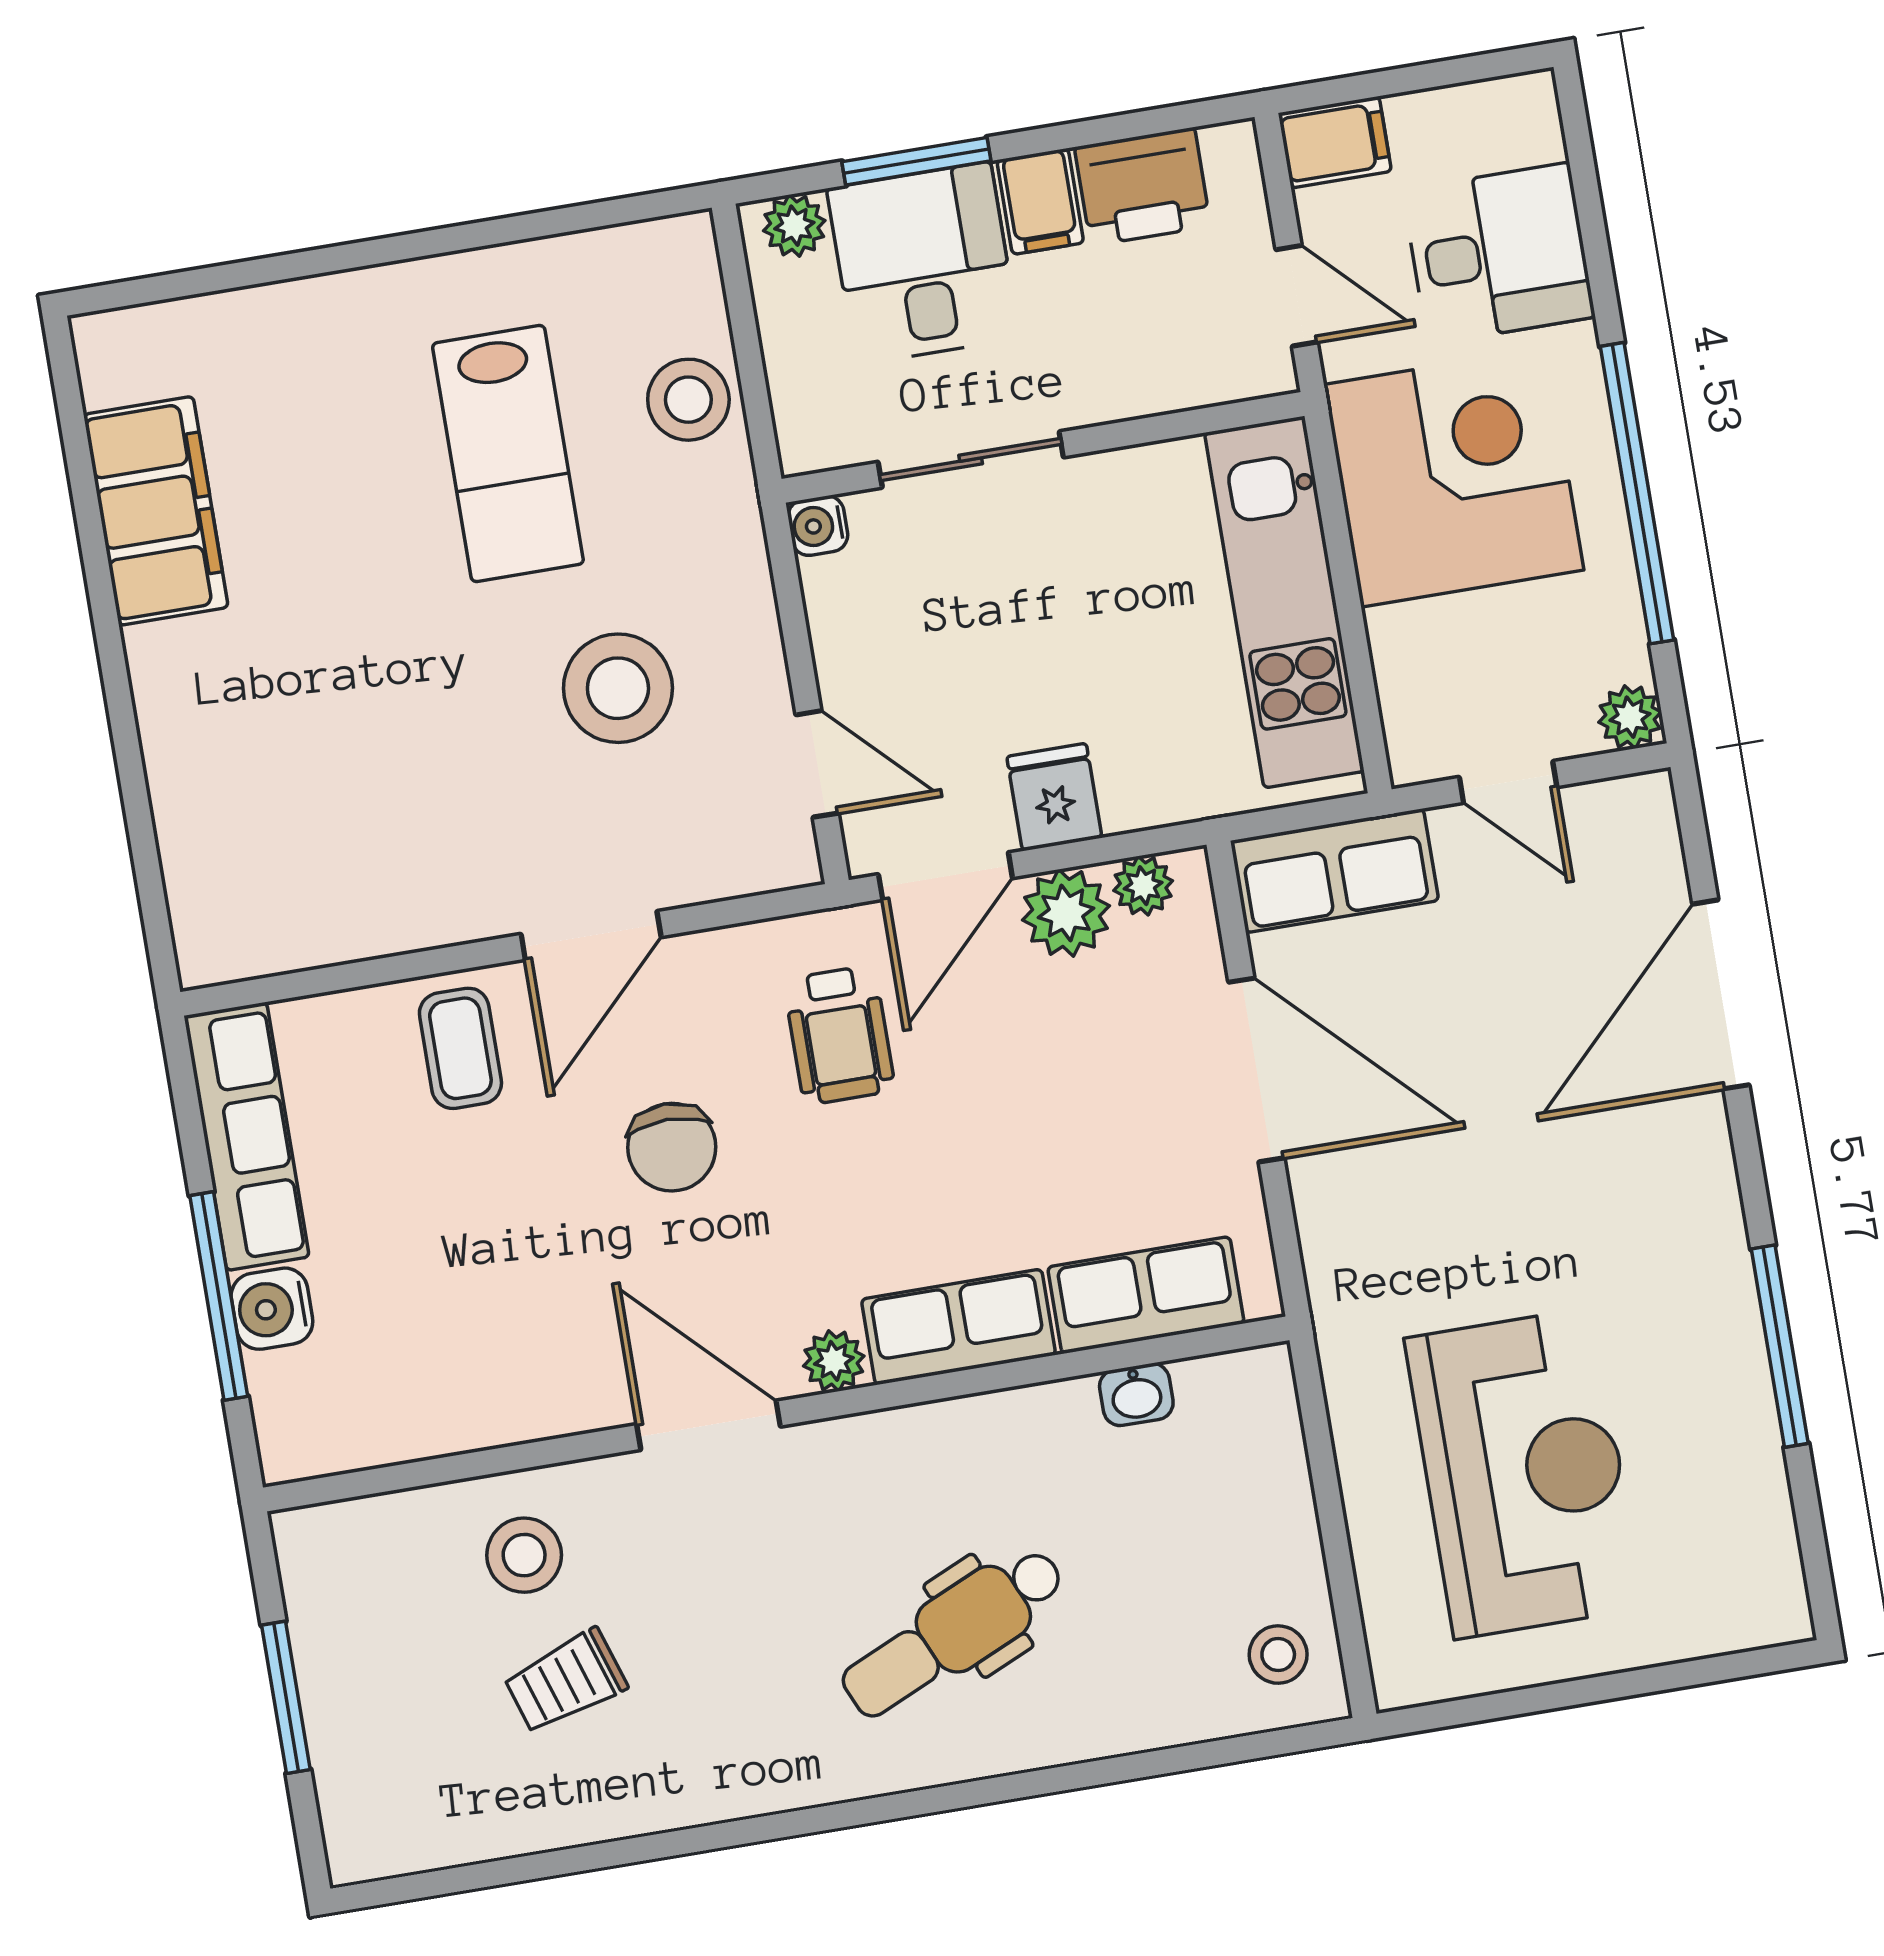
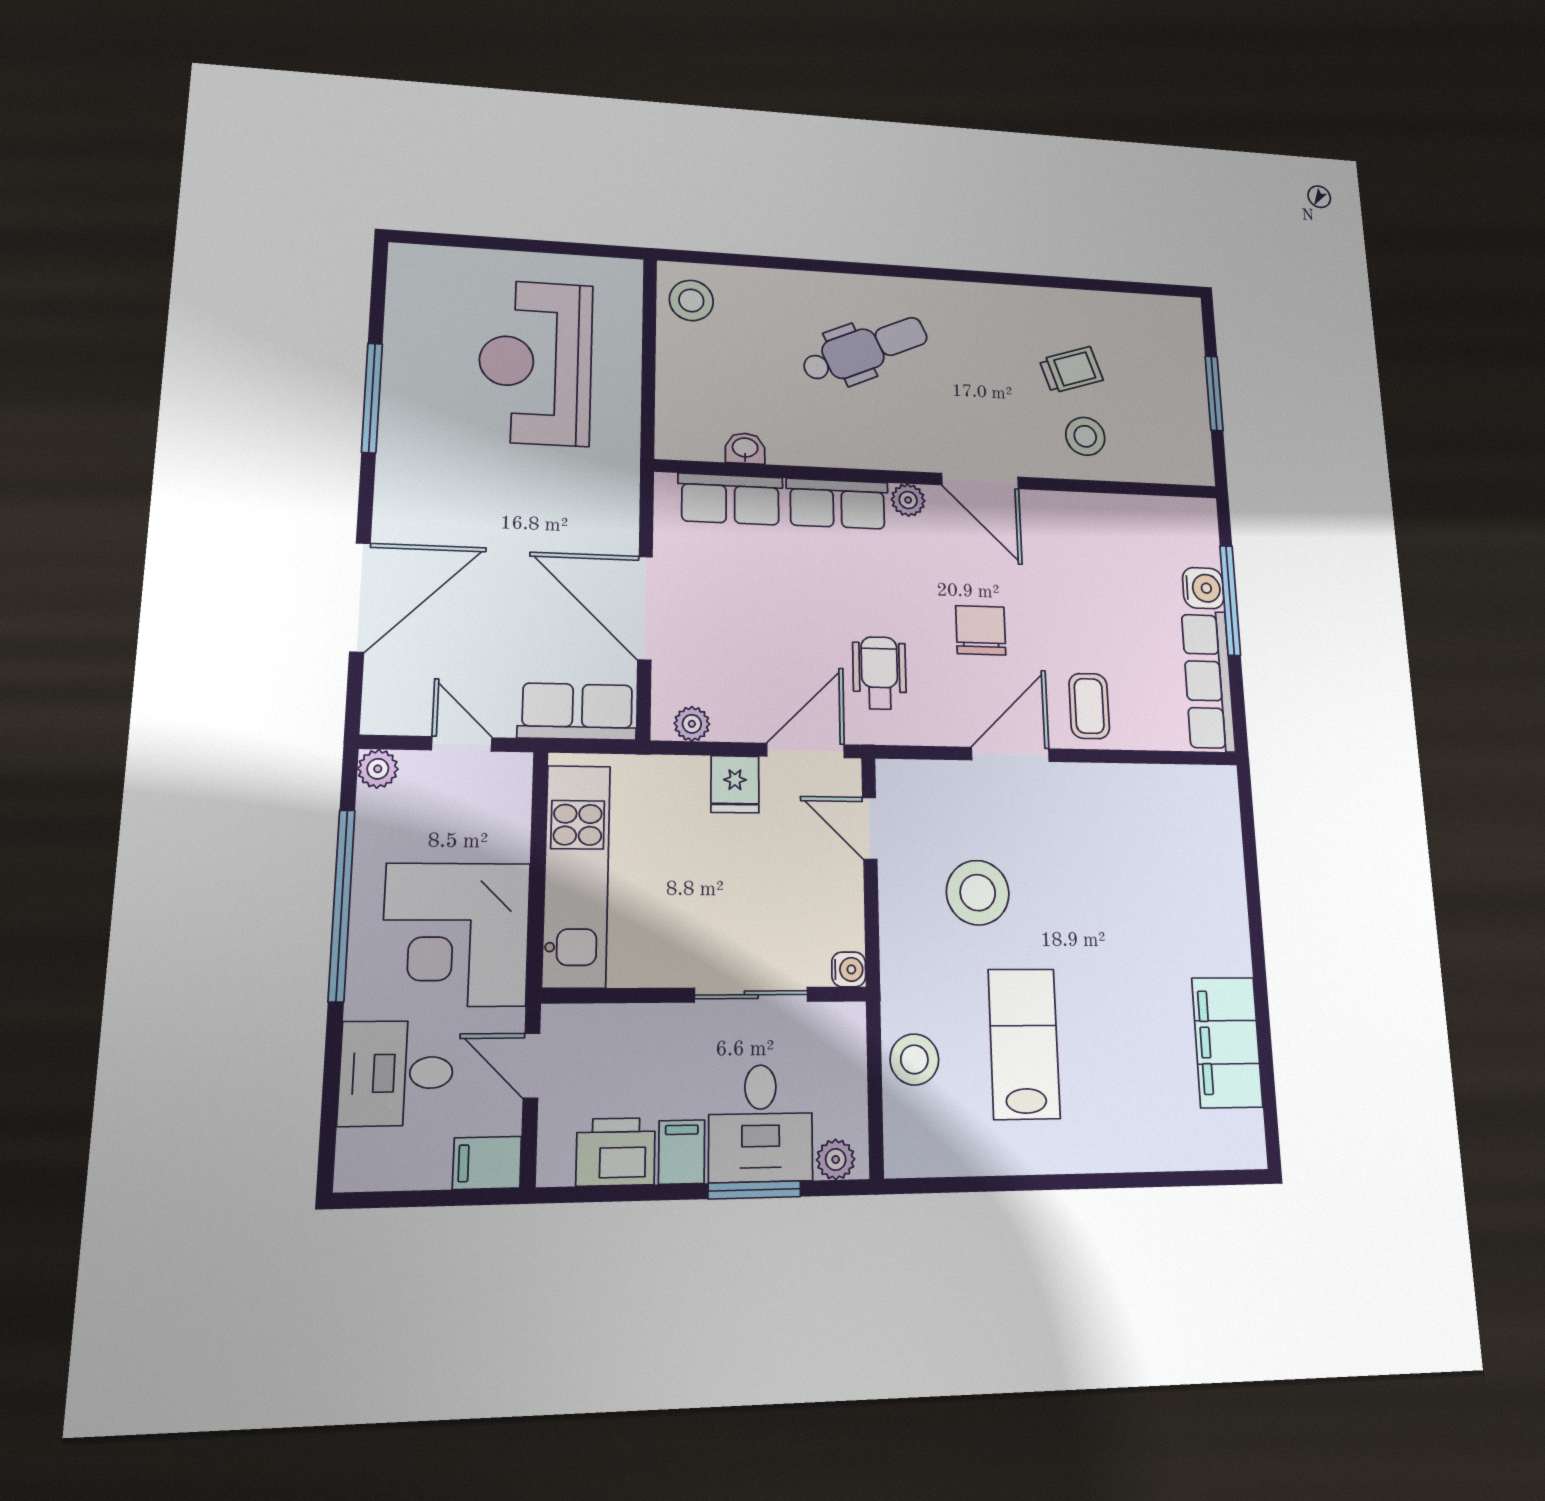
plant: (1066, 913) -> (739, 717), removed
stool: (1278, 1655) -> (691, 300), width x1.37, depth x1.37

